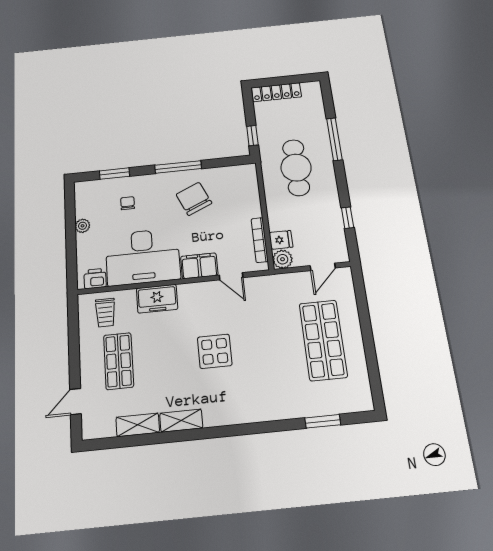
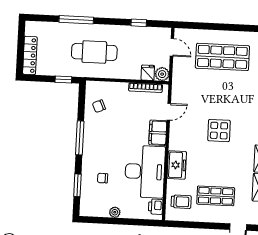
chair: (194, 199) -> (99, 106), moved, width x0.54, depth x0.54

